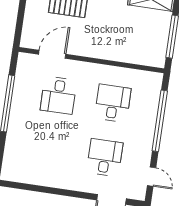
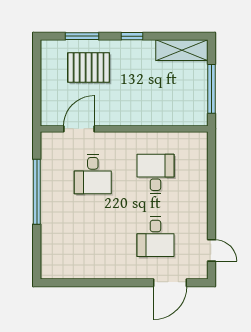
window: (160, 121) -> (211, 186), removed
desk: (105, 158) -> (155, 237), turned 180

